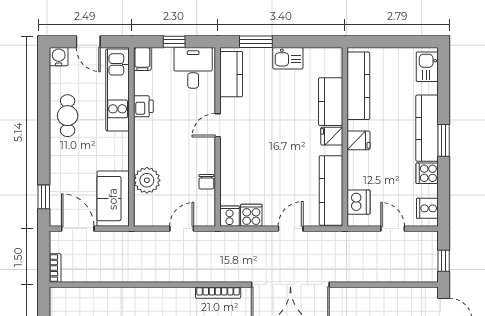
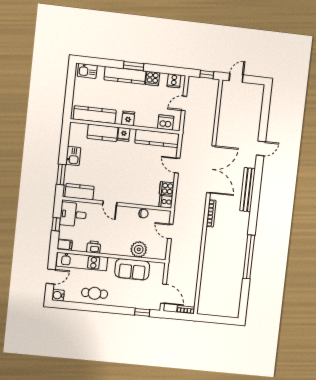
sofa: (113, 199) -> (132, 269), moved
door: (78, 229) -> (163, 294), swing flipped

